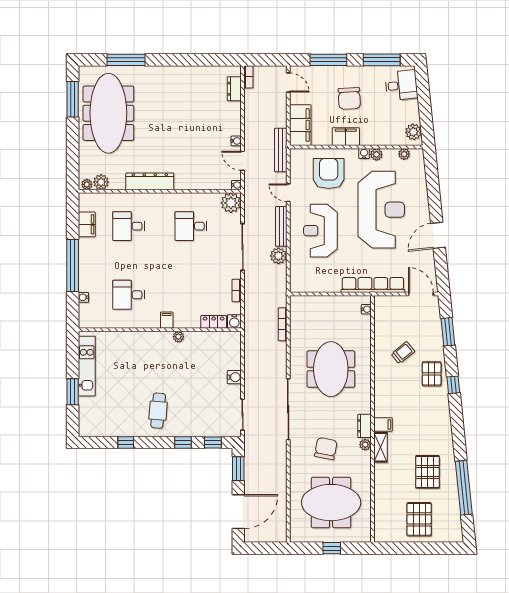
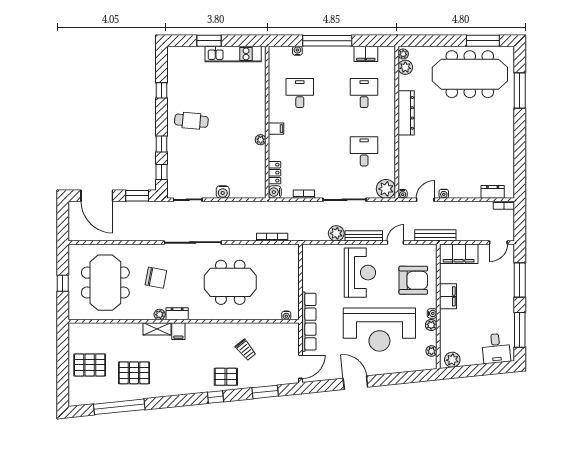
chair: (349, 98) -> (484, 300), removed
reception desk: (320, 231) -> (360, 273), turned 90

